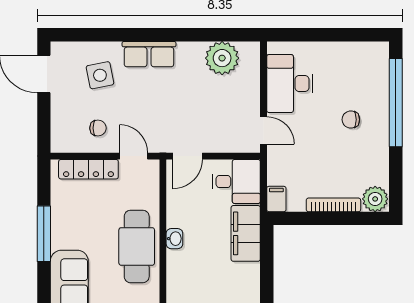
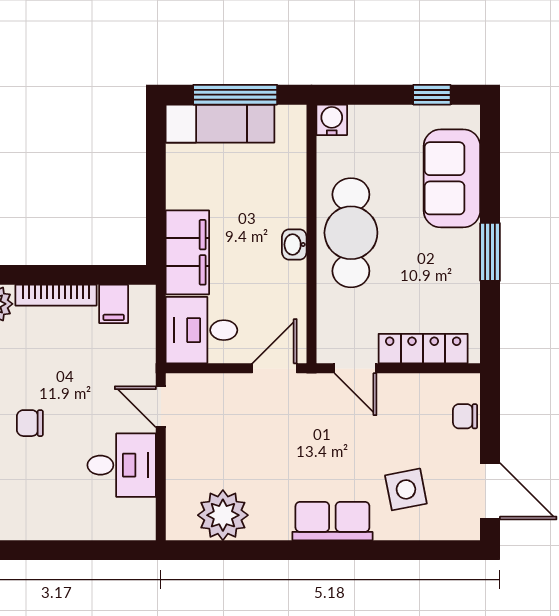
desk: (290, 84) -> (122, 465), width x0.73
chair: (351, 120) -> (30, 423), turned 180
chair: (98, 128) -> (465, 416), moved
filing cabinet: (276, 199) -> (114, 304), moved
window: (44, 234) -> (490, 252), width x0.69

